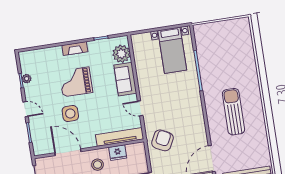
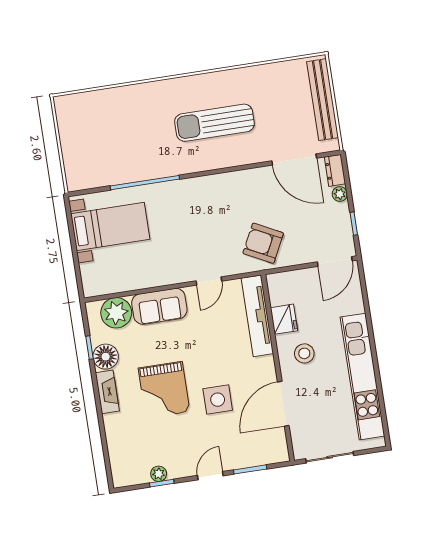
floor lamp: (96, 47) -> (106, 357), added

